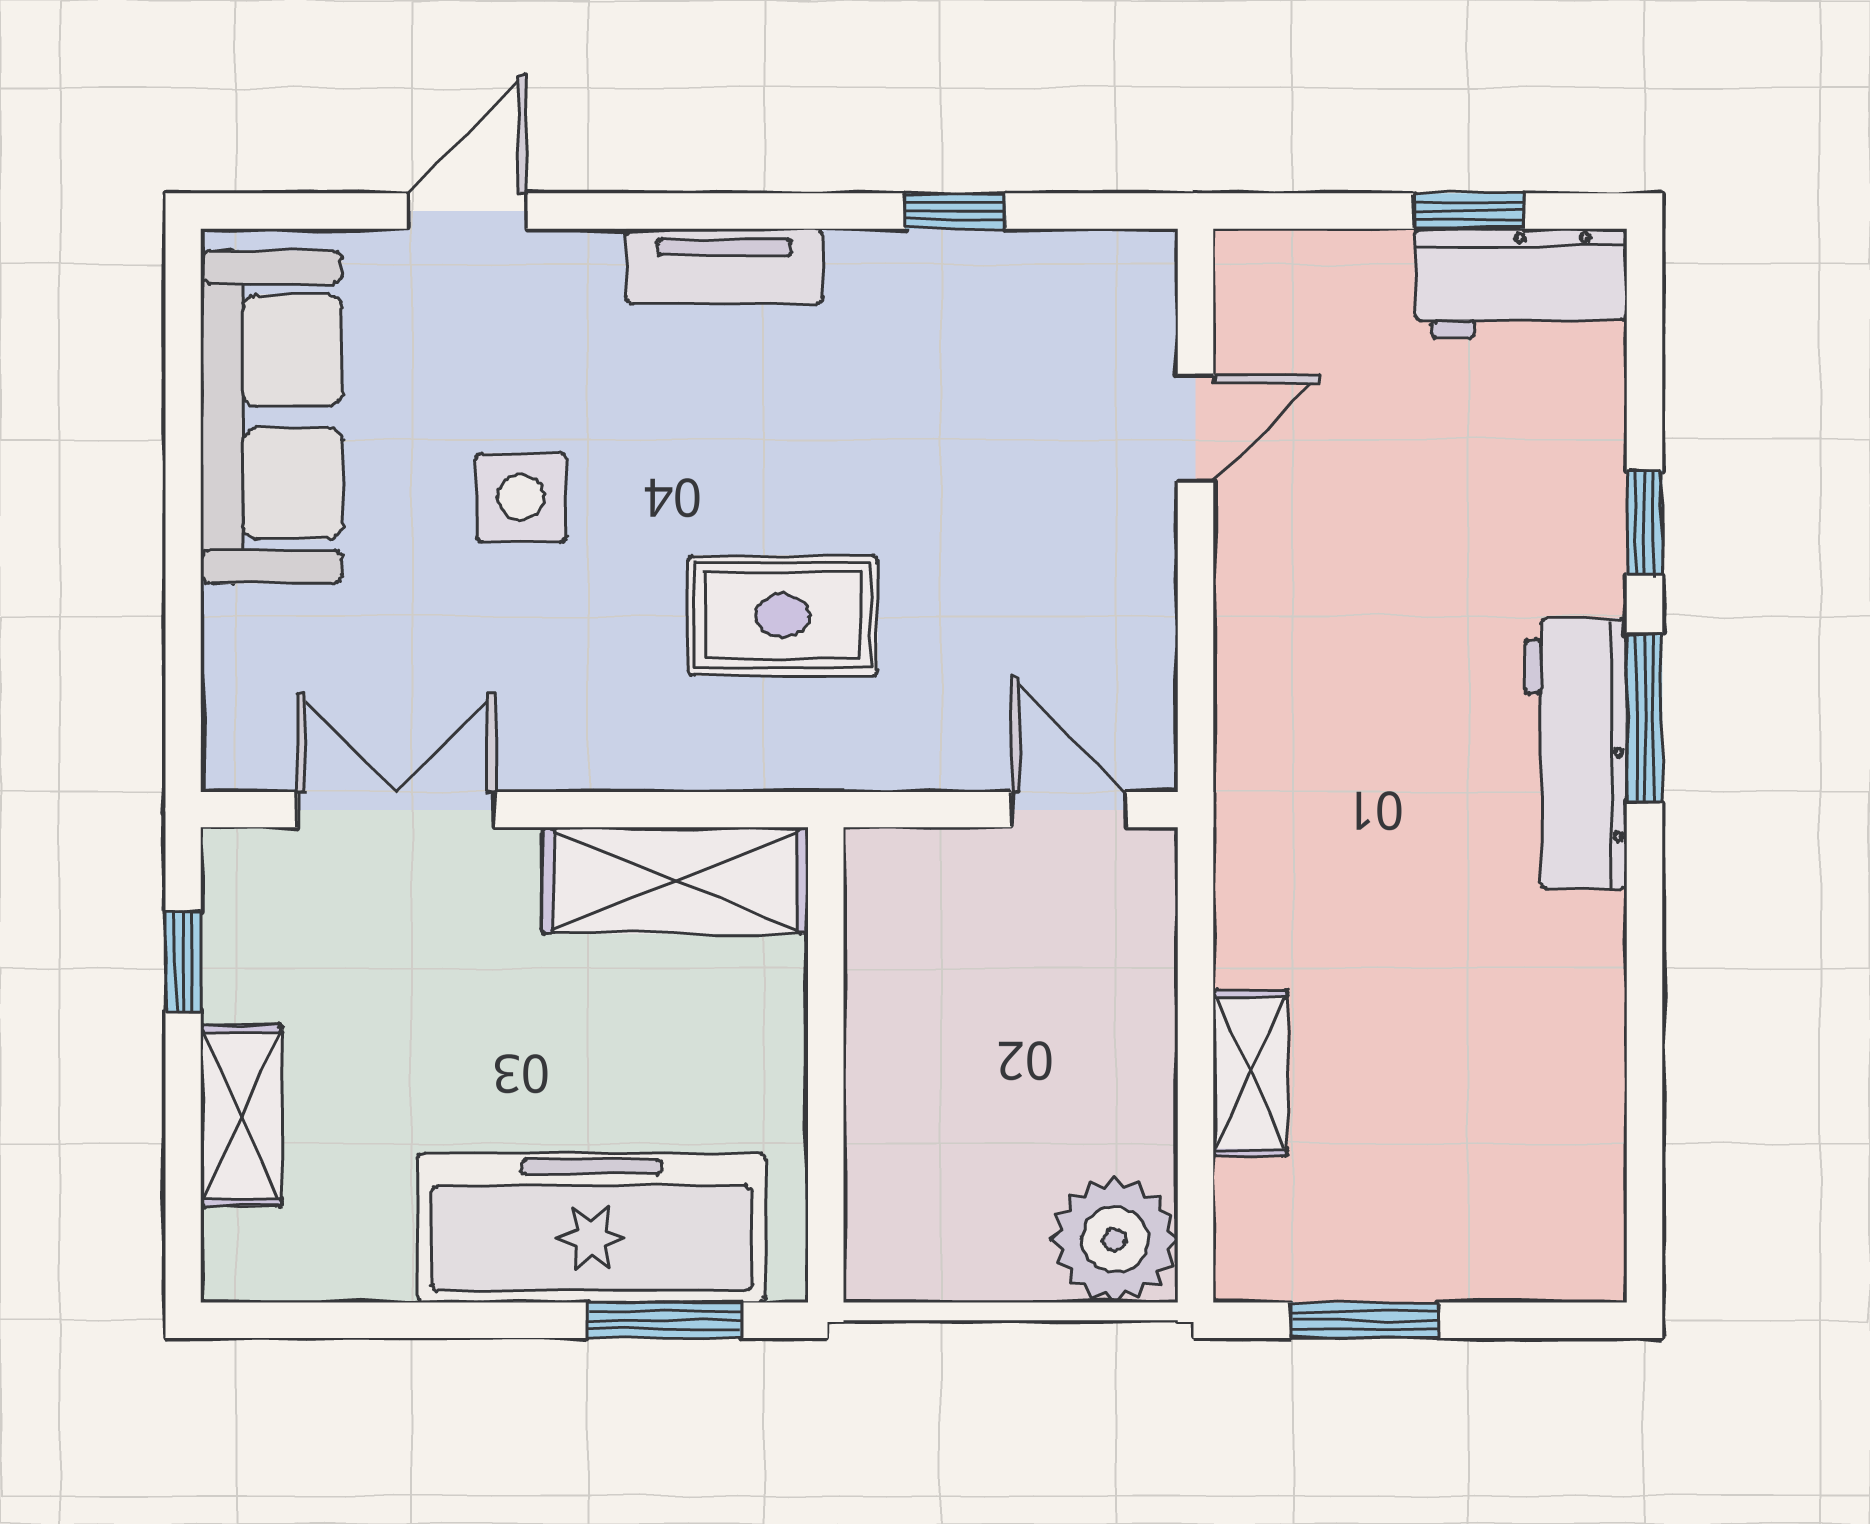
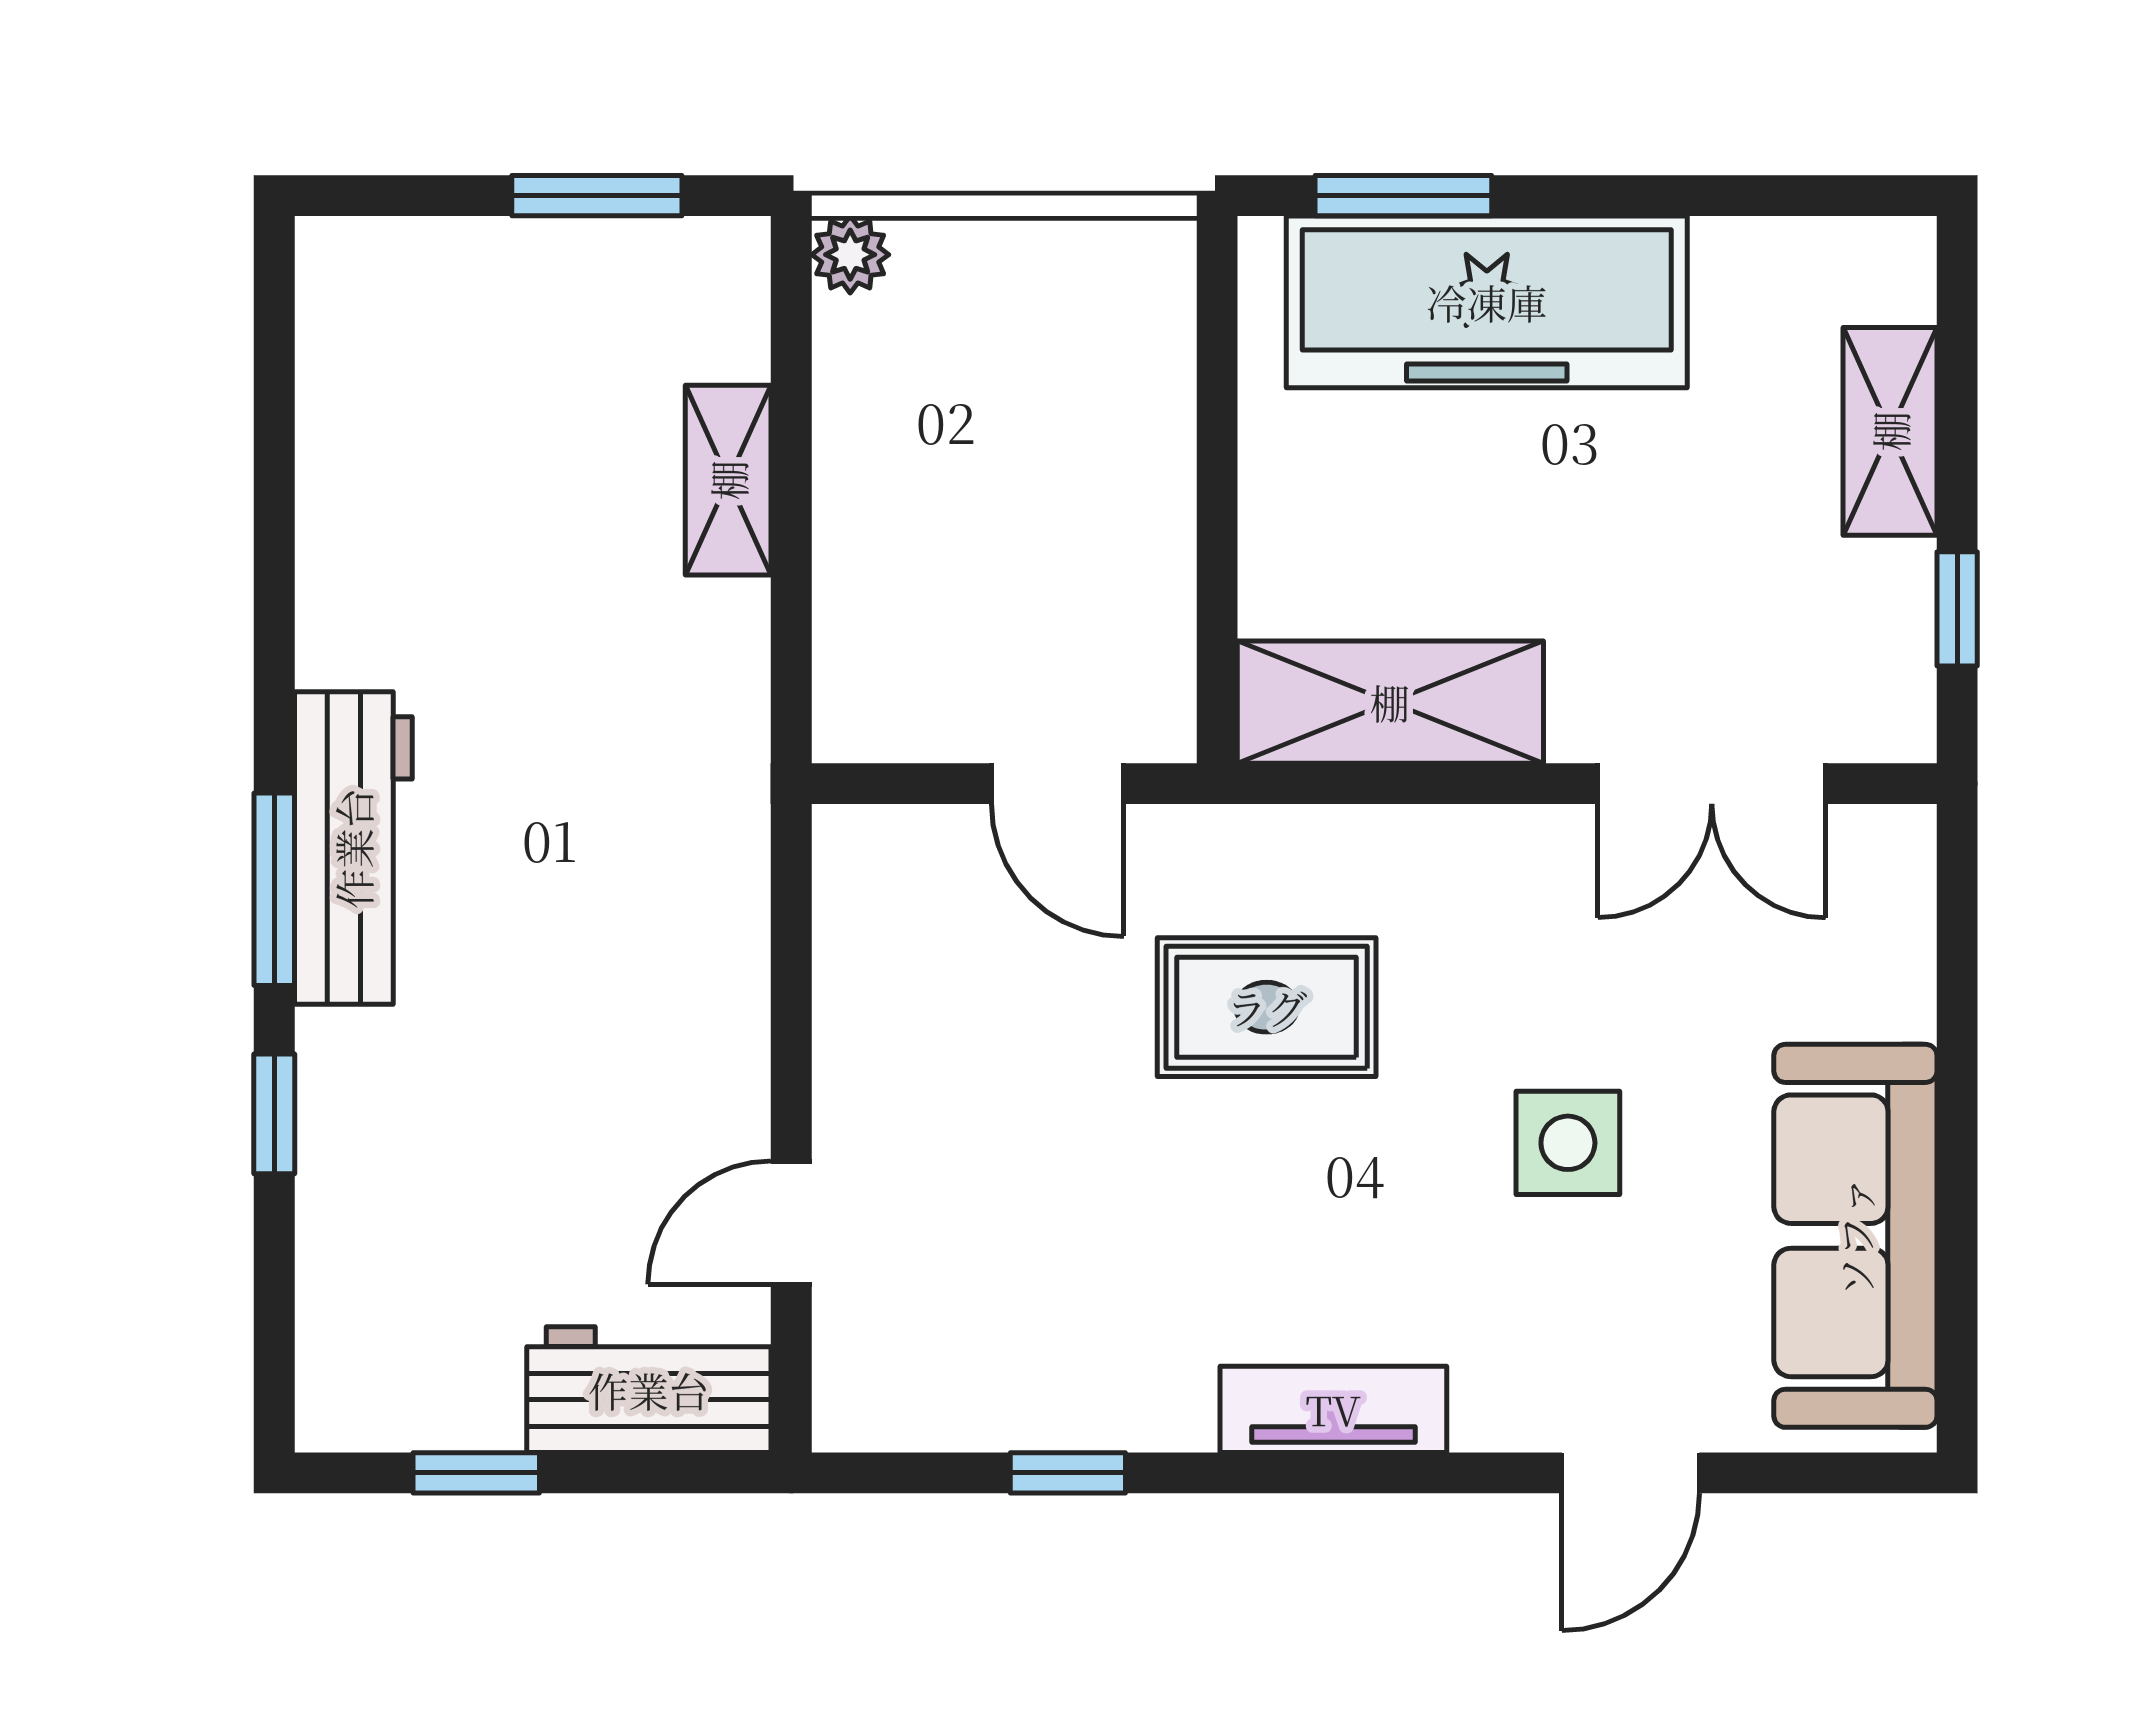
workbench: (1521, 283) -> (649, 1390), moved
door: (1069, 810) -> (1058, 784), moved
plant: (1115, 1240) -> (850, 255), width x0.53, depth x0.53

